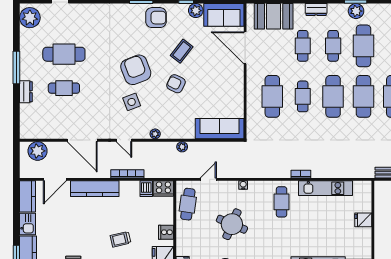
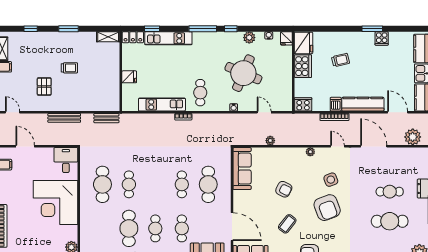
armchair: (176, 84) -> (284, 189), moved
cafe table: (333, 96) -> (155, 184), removed
cafe table: (363, 96) -> (129, 184), width x0.73, depth x0.74
sofa: (220, 129) -> (242, 169), moved, turned -90
plant: (182, 147) -> (270, 141), moved
door: (55, 179) -> (398, 112), hinge flipped
door: (208, 179) -> (264, 112), swing flipped
dishwasher: (146, 189) -> (336, 104), moved
cafe table: (188, 204) -> (282, 91), removed
round table: (232, 224) -> (243, 73), width x1.36, depth x1.36
cooker: (166, 232) -> (303, 66), width x1.87, depth x1.31

